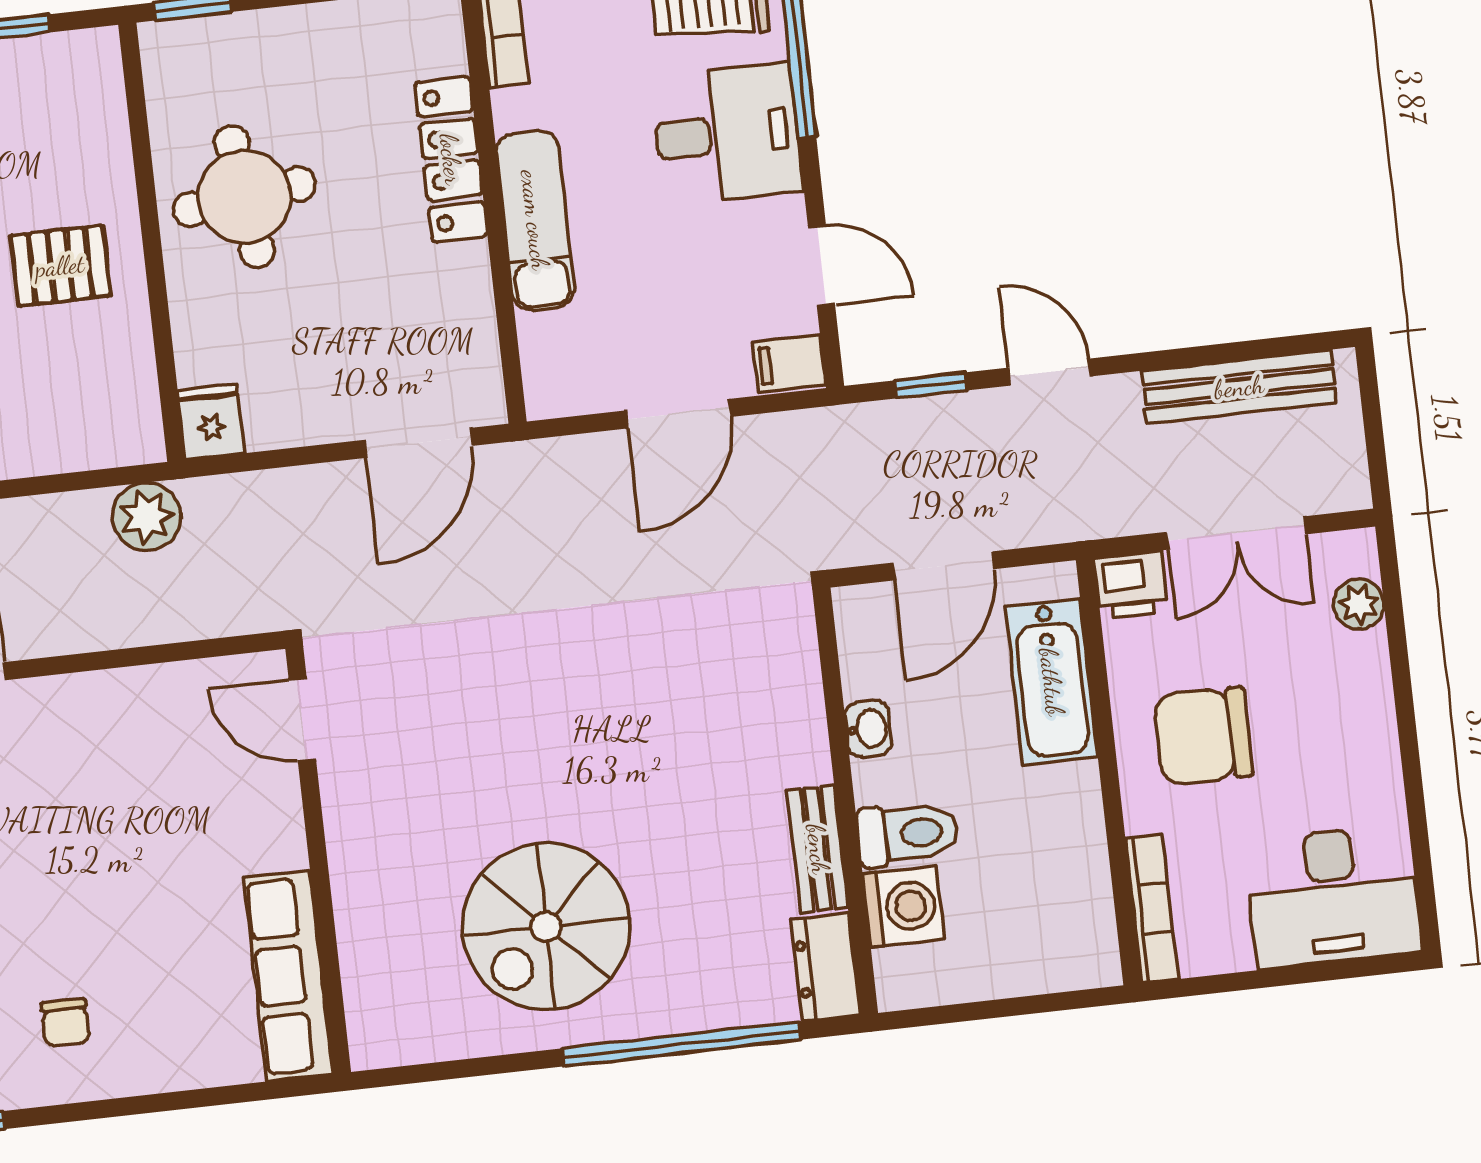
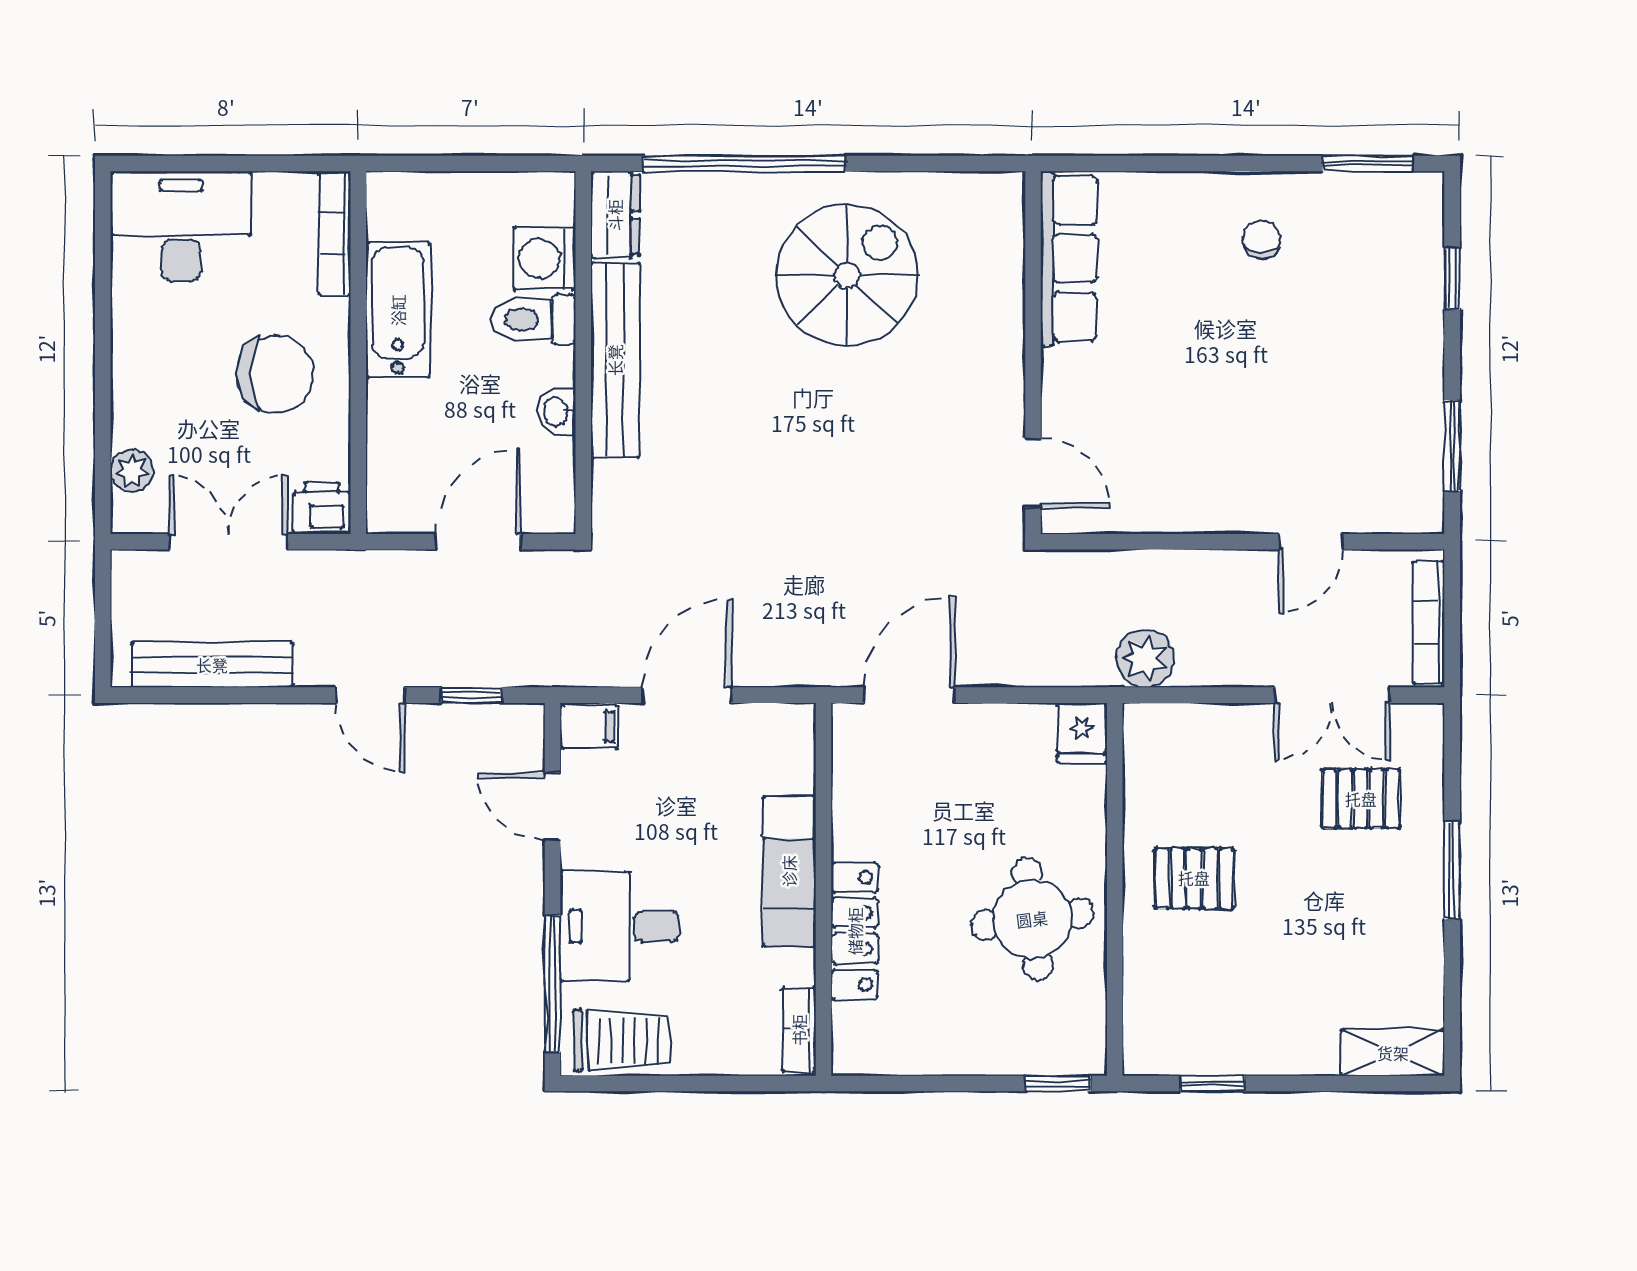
bathtub: (1052, 682) -> (398, 310), moved
bench: (818, 849) -> (615, 360), width x1.86, depth x1.21

